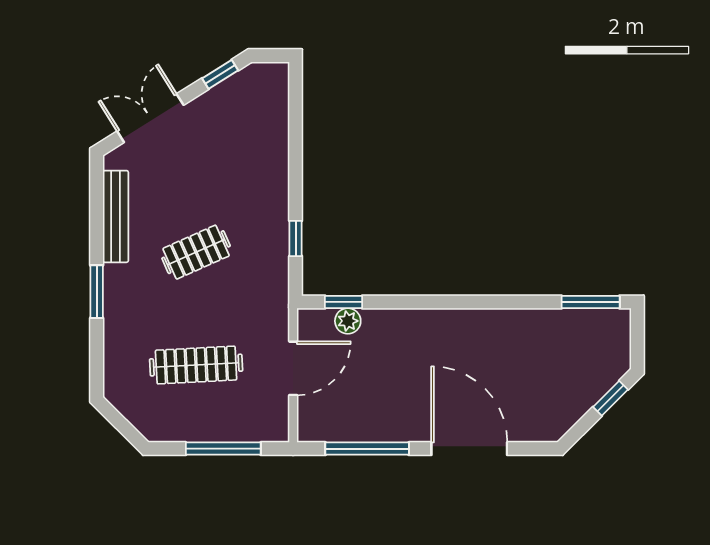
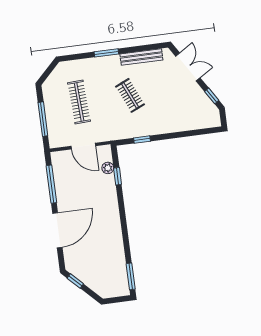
window: (344, 302) -> (118, 176), moved
window: (610, 398) -> (75, 281), moved

